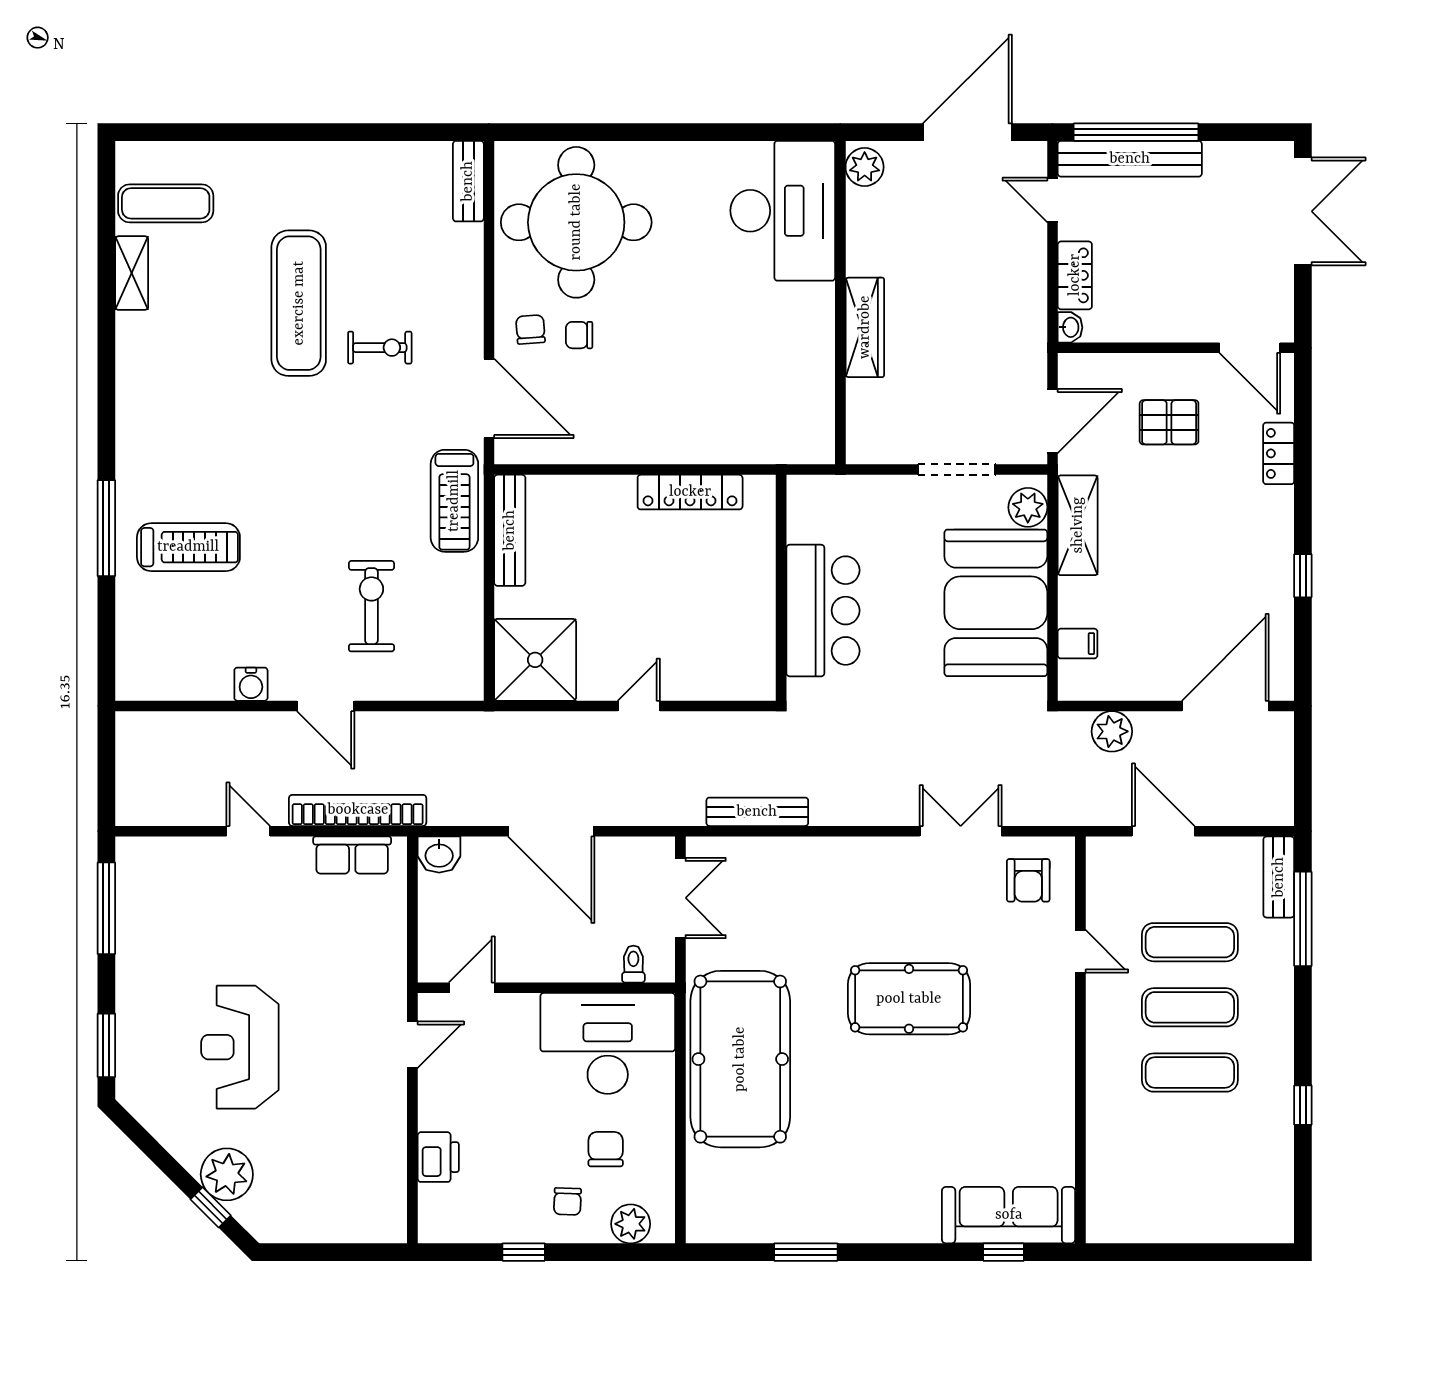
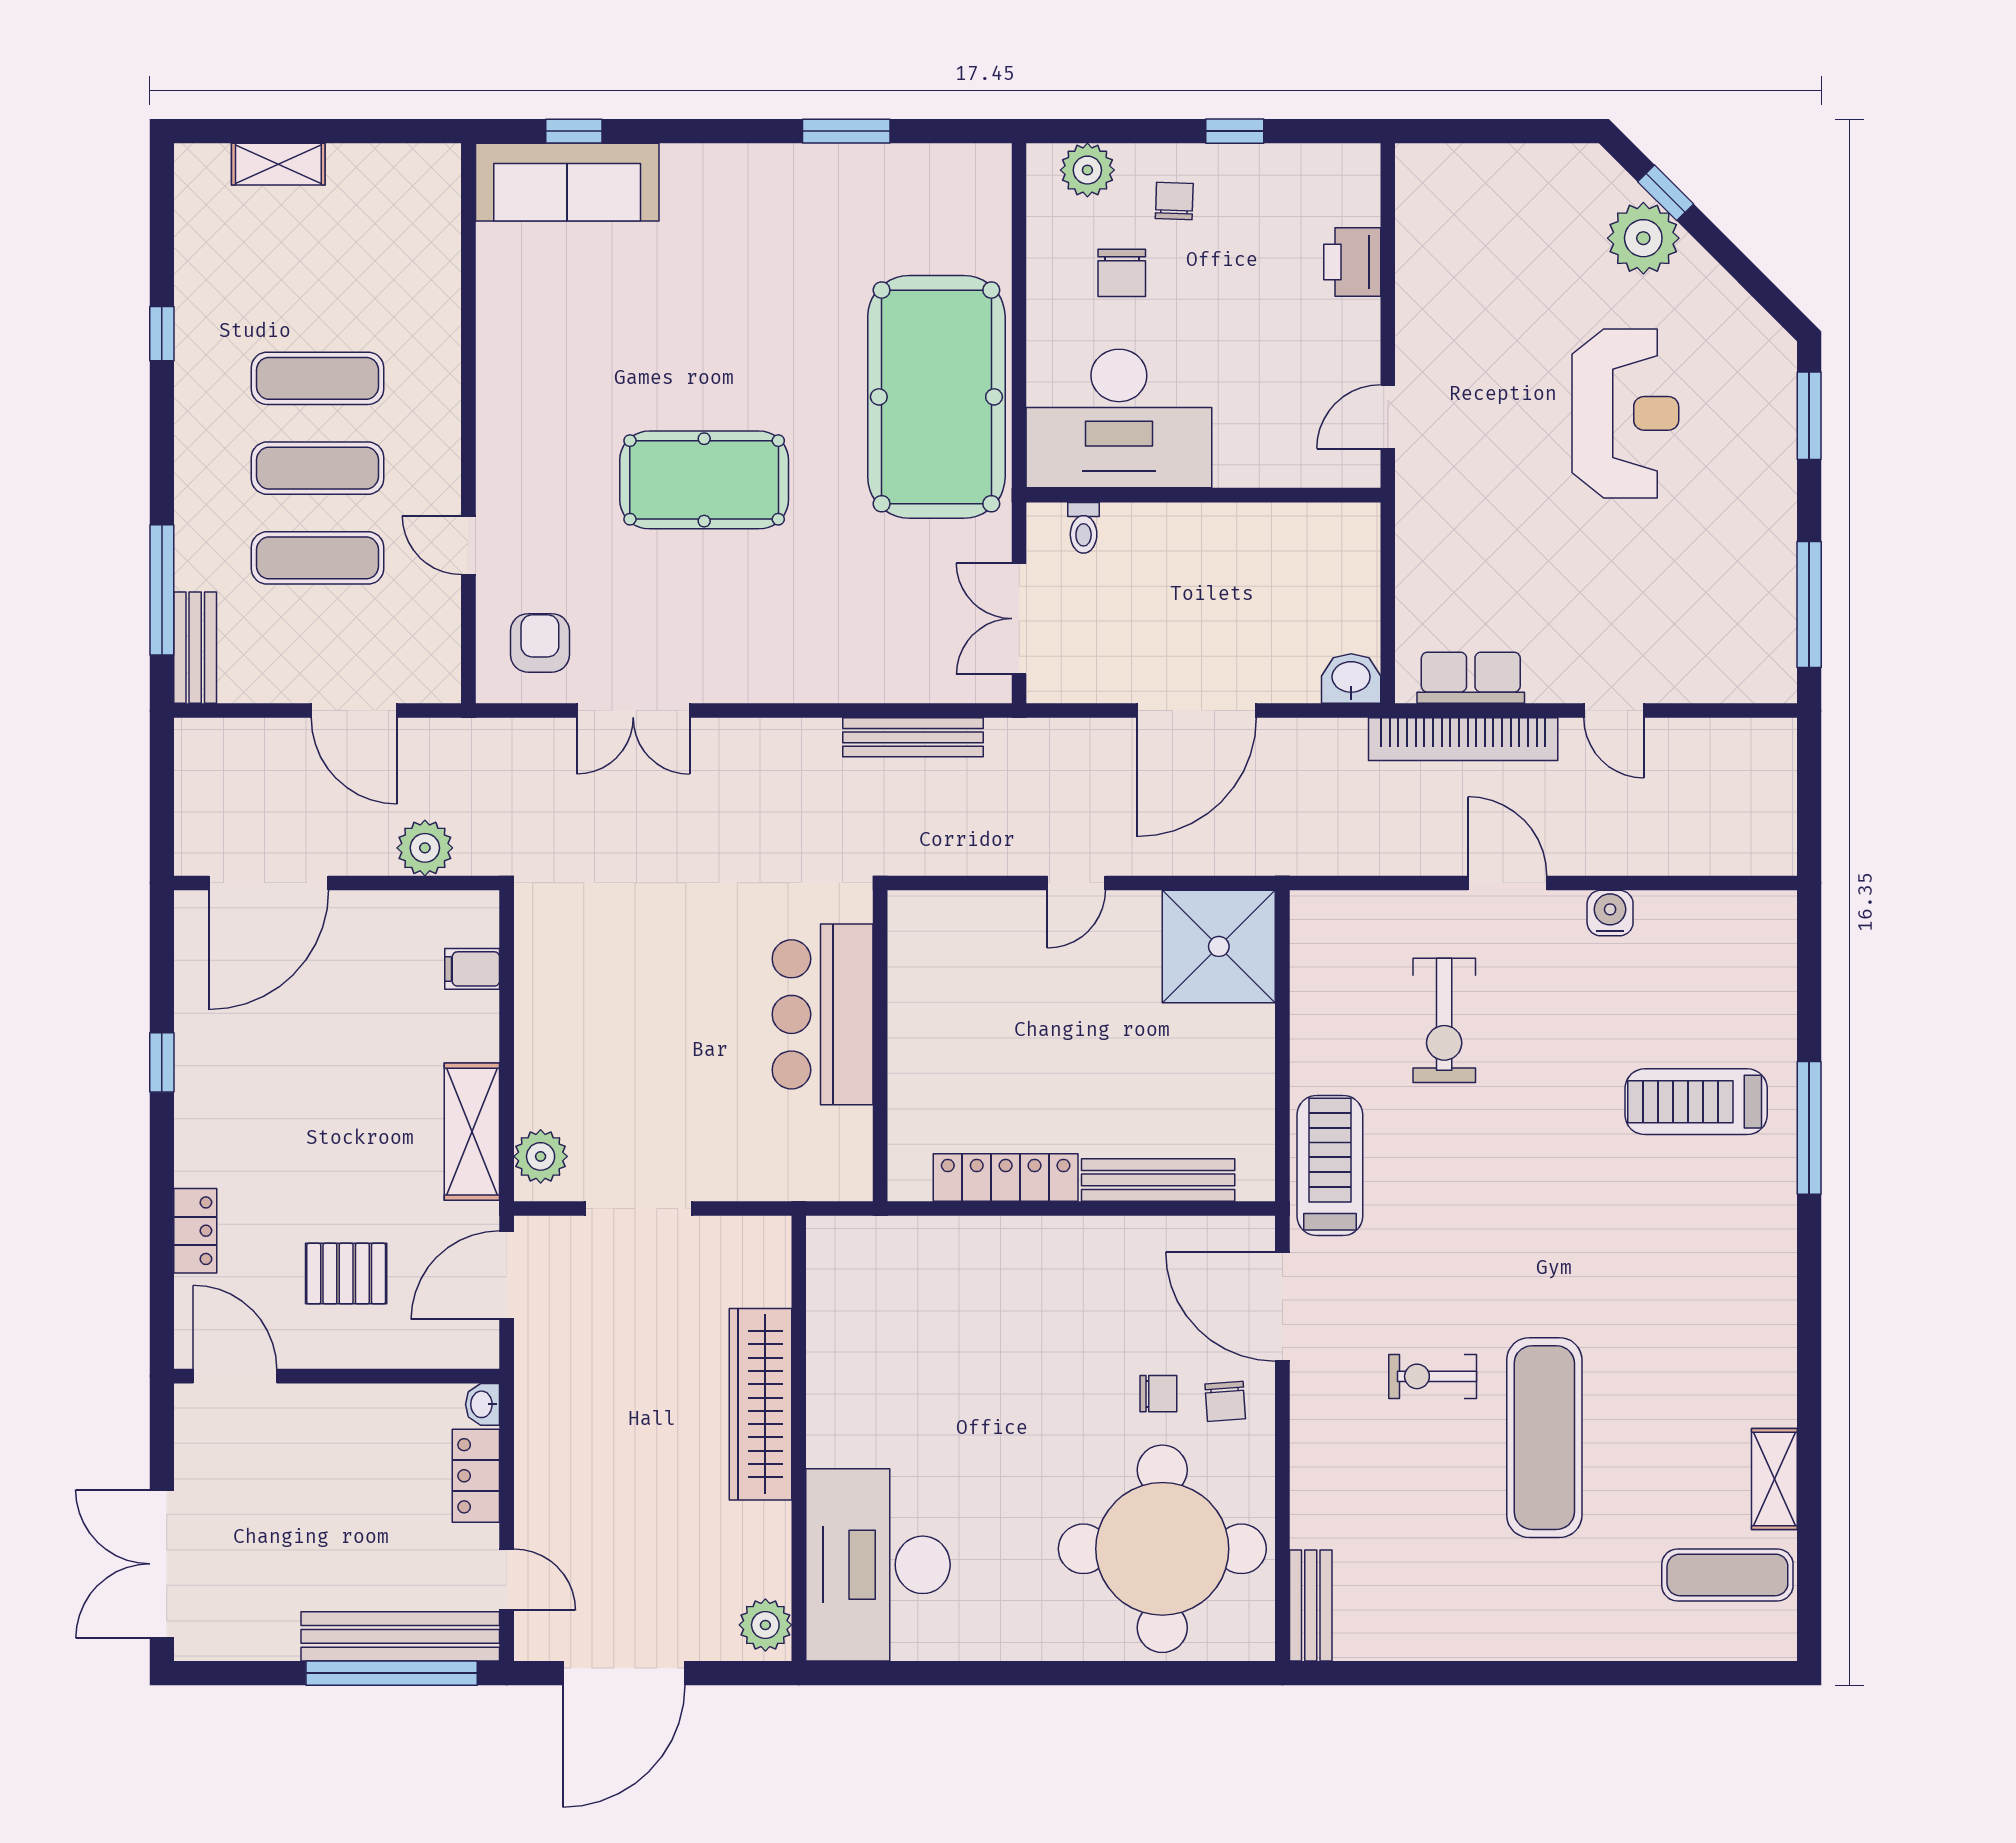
wardrobe: (865, 327) -> (760, 1404), width x1.40, depth x1.17
bench: (510, 530) -> (1158, 1180), moved, turned 90
booth: (996, 603) -> (585, 1025), removed
door: (551, 831) -> (1197, 711), swing flipped
door: (472, 988) -> (1306, 495), removed
shelving: (1218, 1228) -> (278, 164), added

